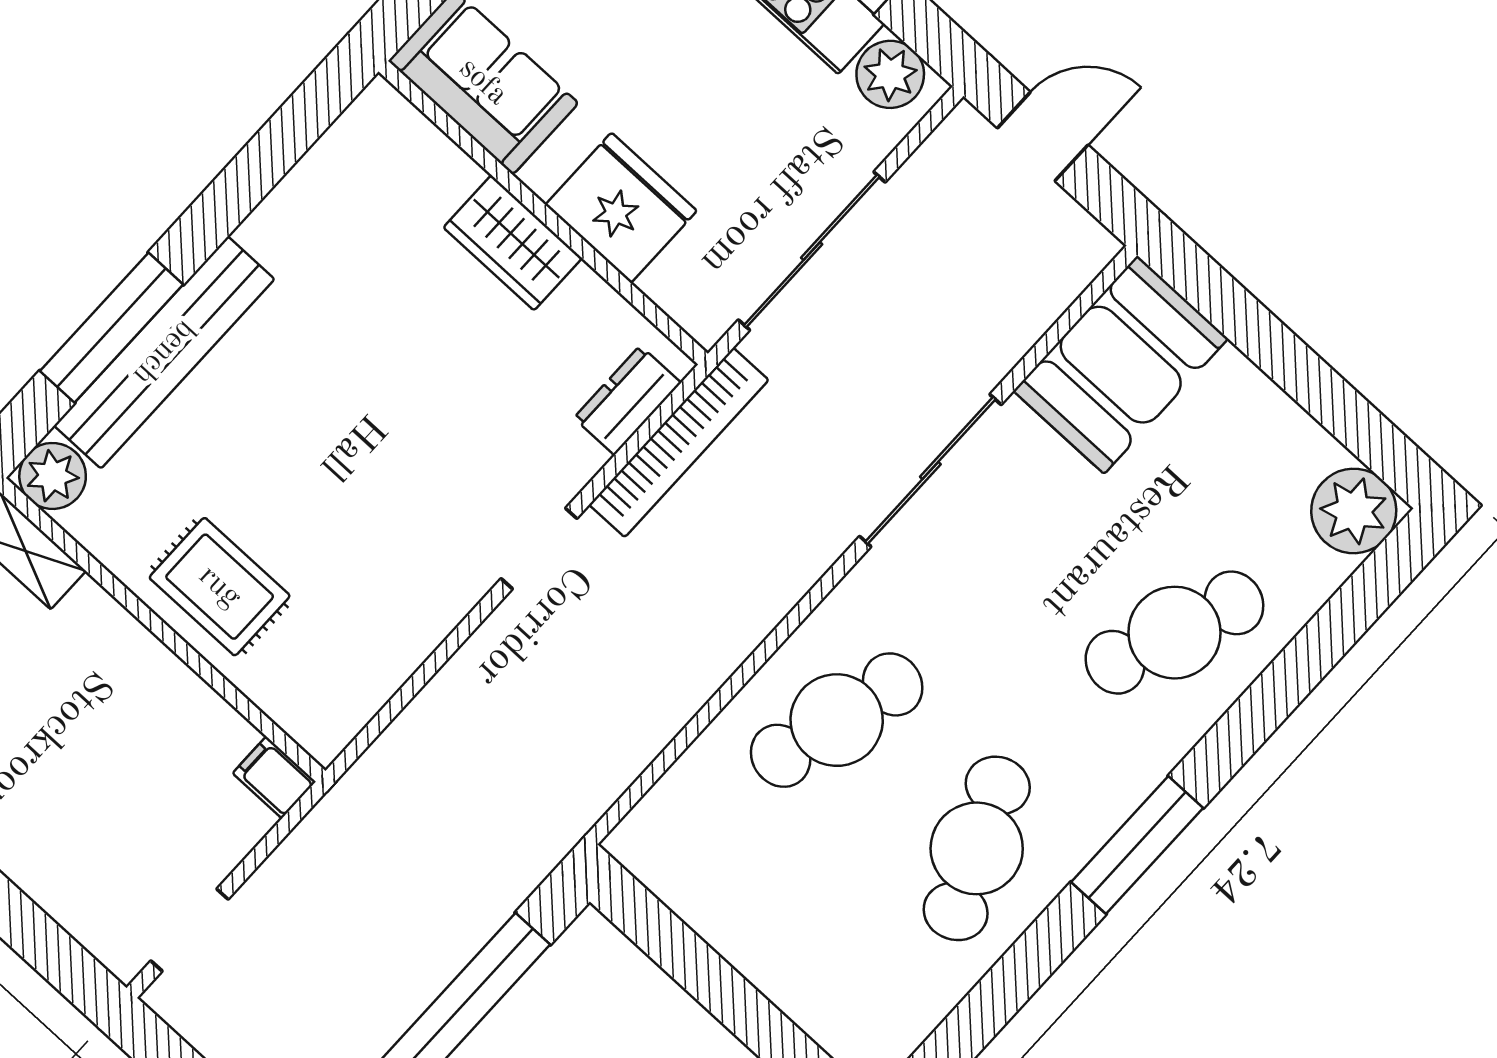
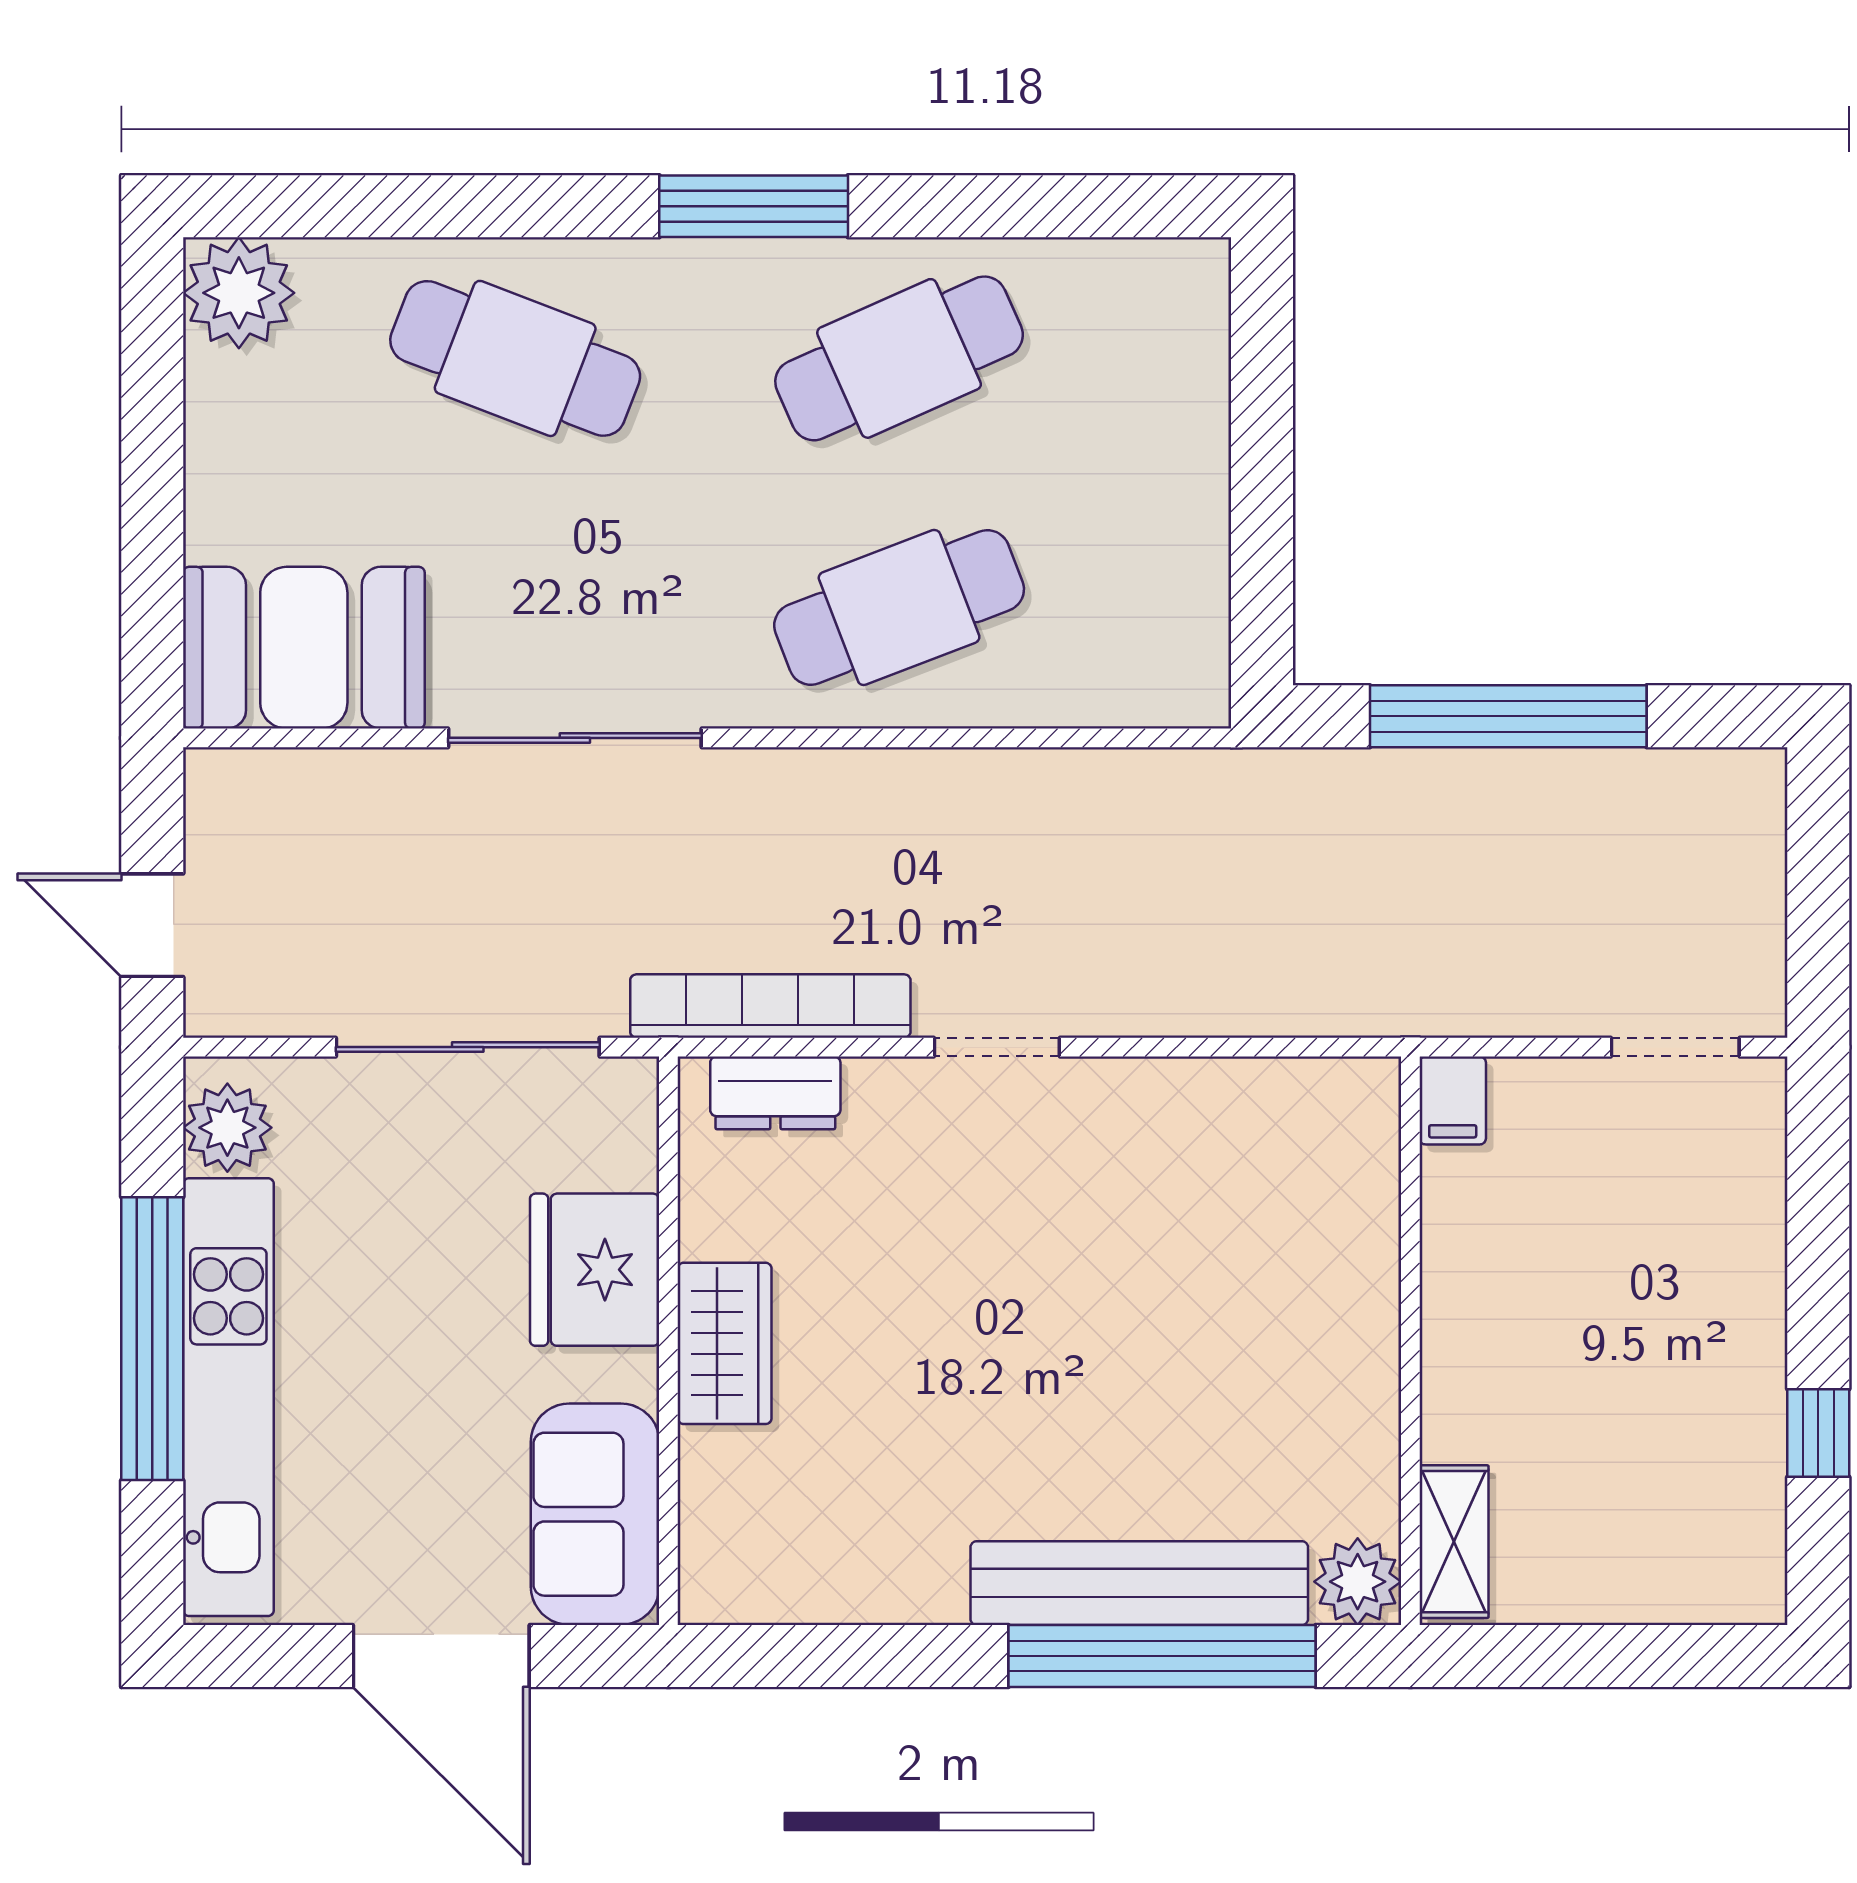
window: (111, 328) -> (1162, 1656), width x1.46
rug: (220, 587) -> (1317, 1322), removed
cafe table: (837, 720) -> (899, 607), turned -36

